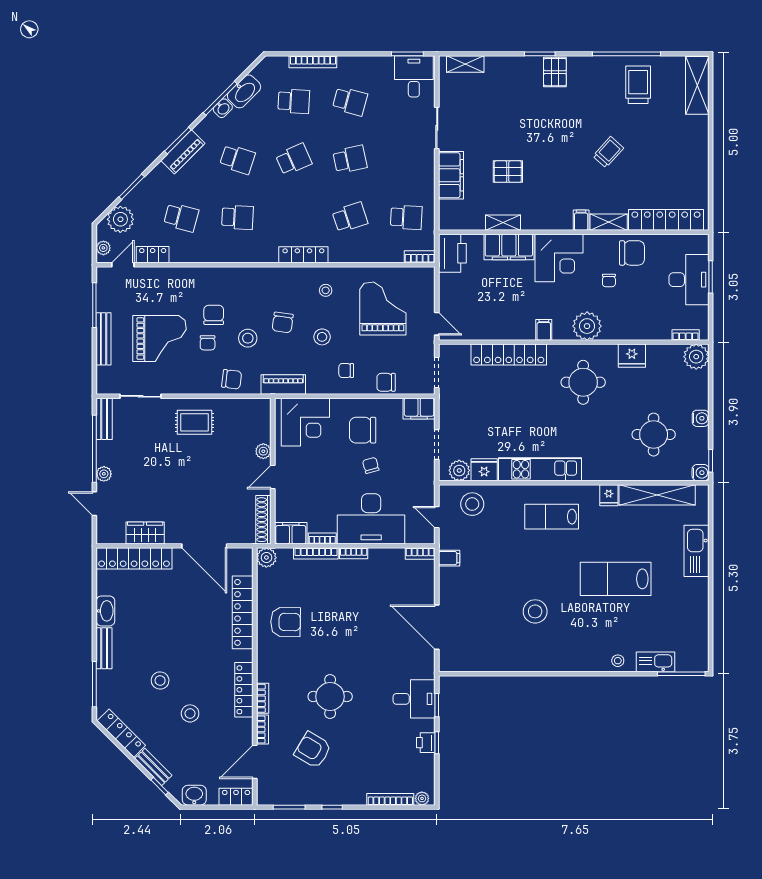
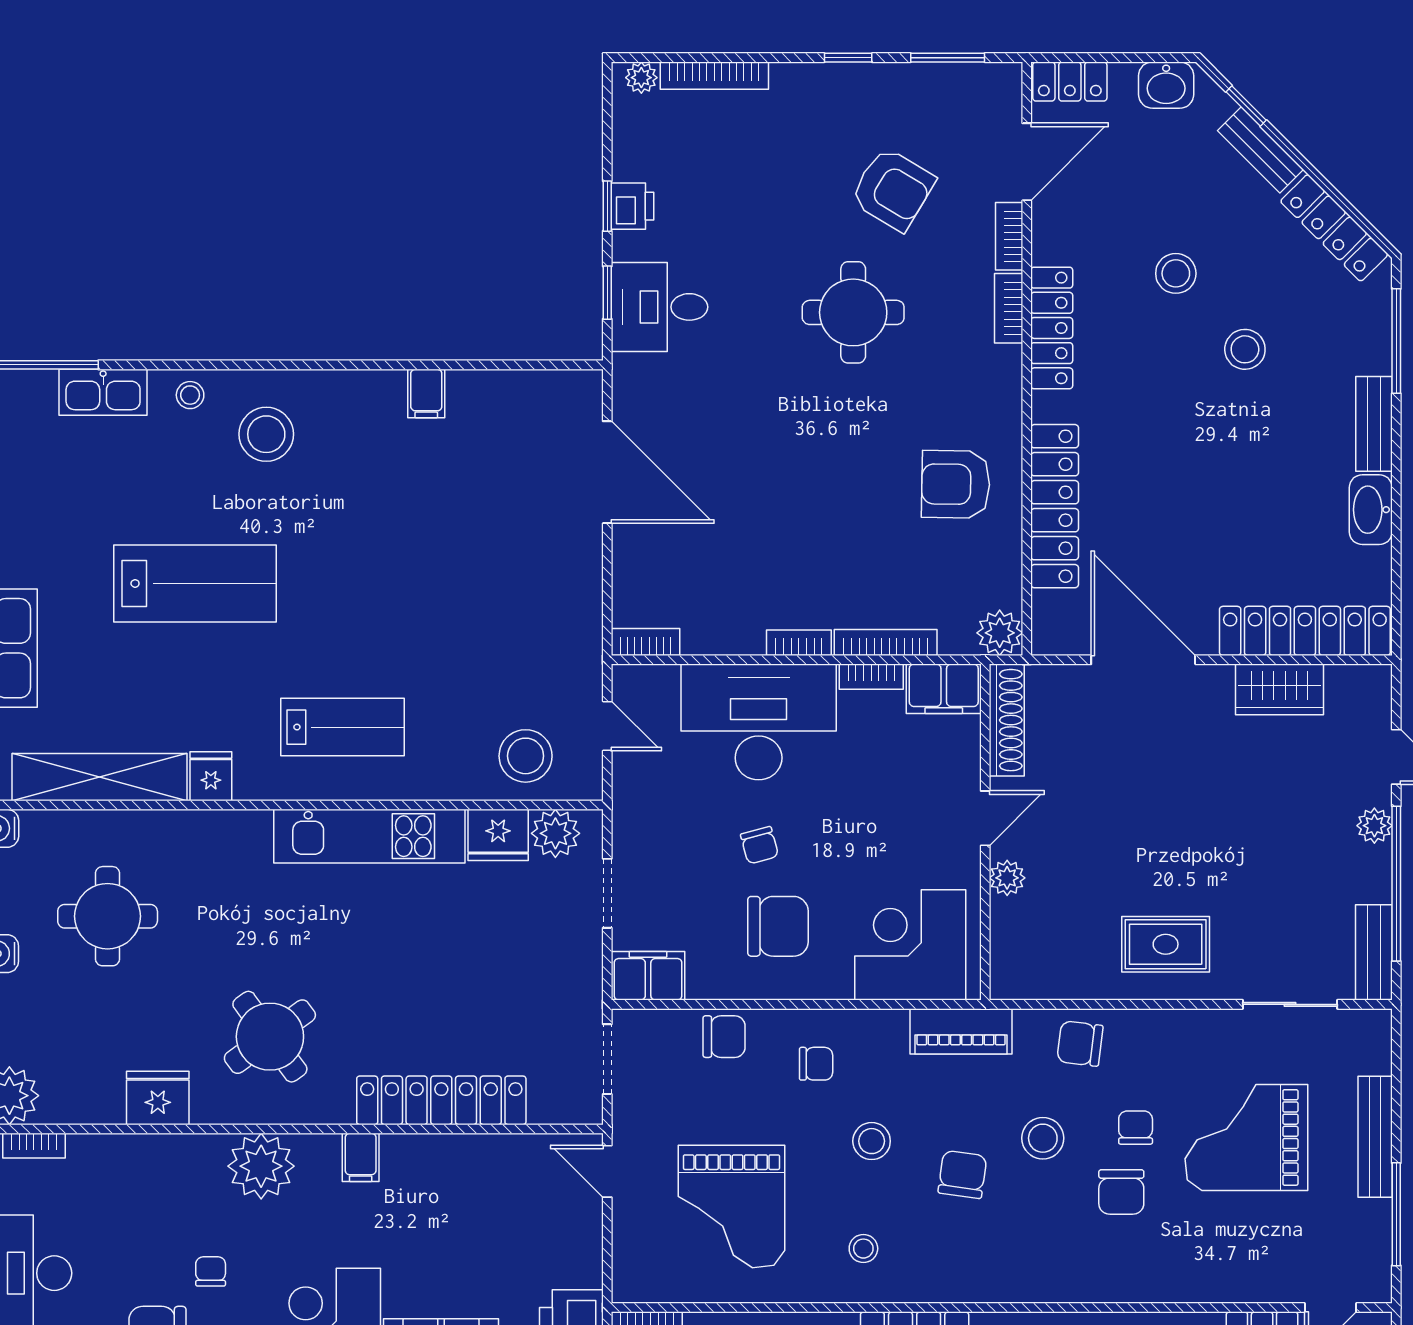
round table: (583, 382) -> (270, 1037), turned -36
filing cabinet: (449, 558) -> (426, 393), moved, turned -90
stool: (535, 611) -> (266, 434), moved

